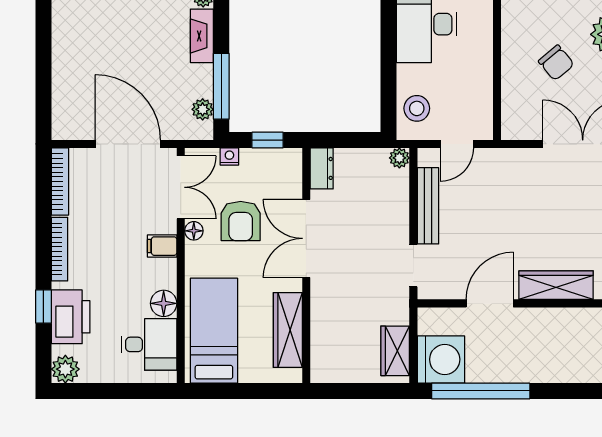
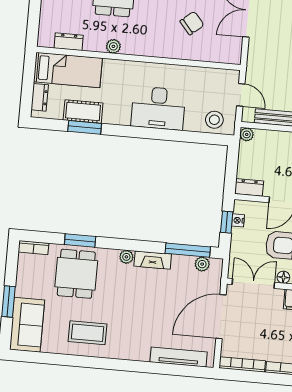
tv unit: (63, 87) -> (179, 357), added
nightstand: (229, 157) -> (238, 220), moved

